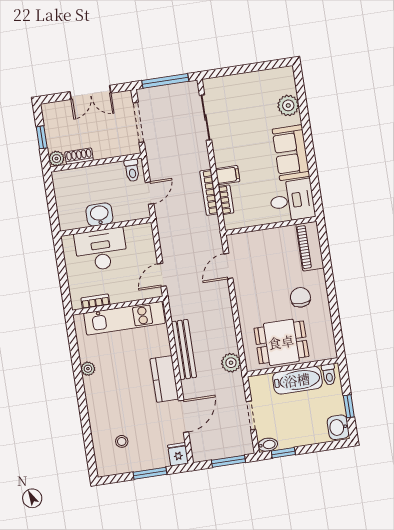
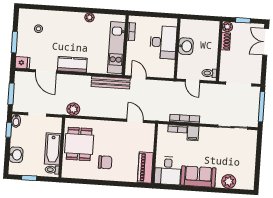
double door: (90, 92) -> (266, 42), moved
piano: (310, 246) -> (145, 168), moved, turned -90
bench: (184, 349) -> (111, 83), moved
washbasin: (338, 427) -> (16, 155), moved, turned 90

